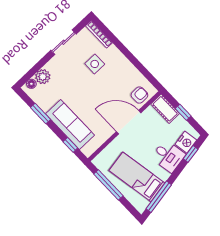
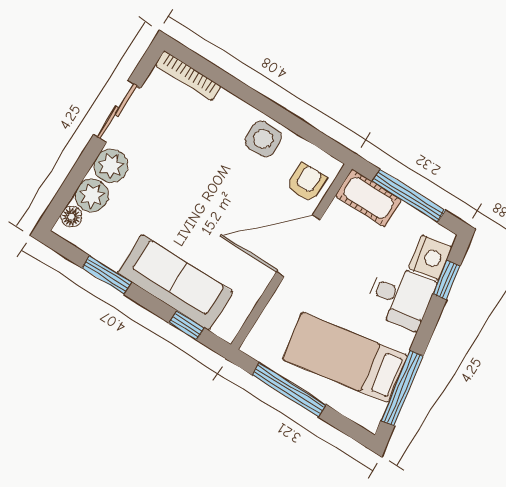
side table: (95, 64) -> (263, 139), moved
plant: (55, 66) -> (111, 166), added
window: (183, 112) -> (409, 196), width x2.17

